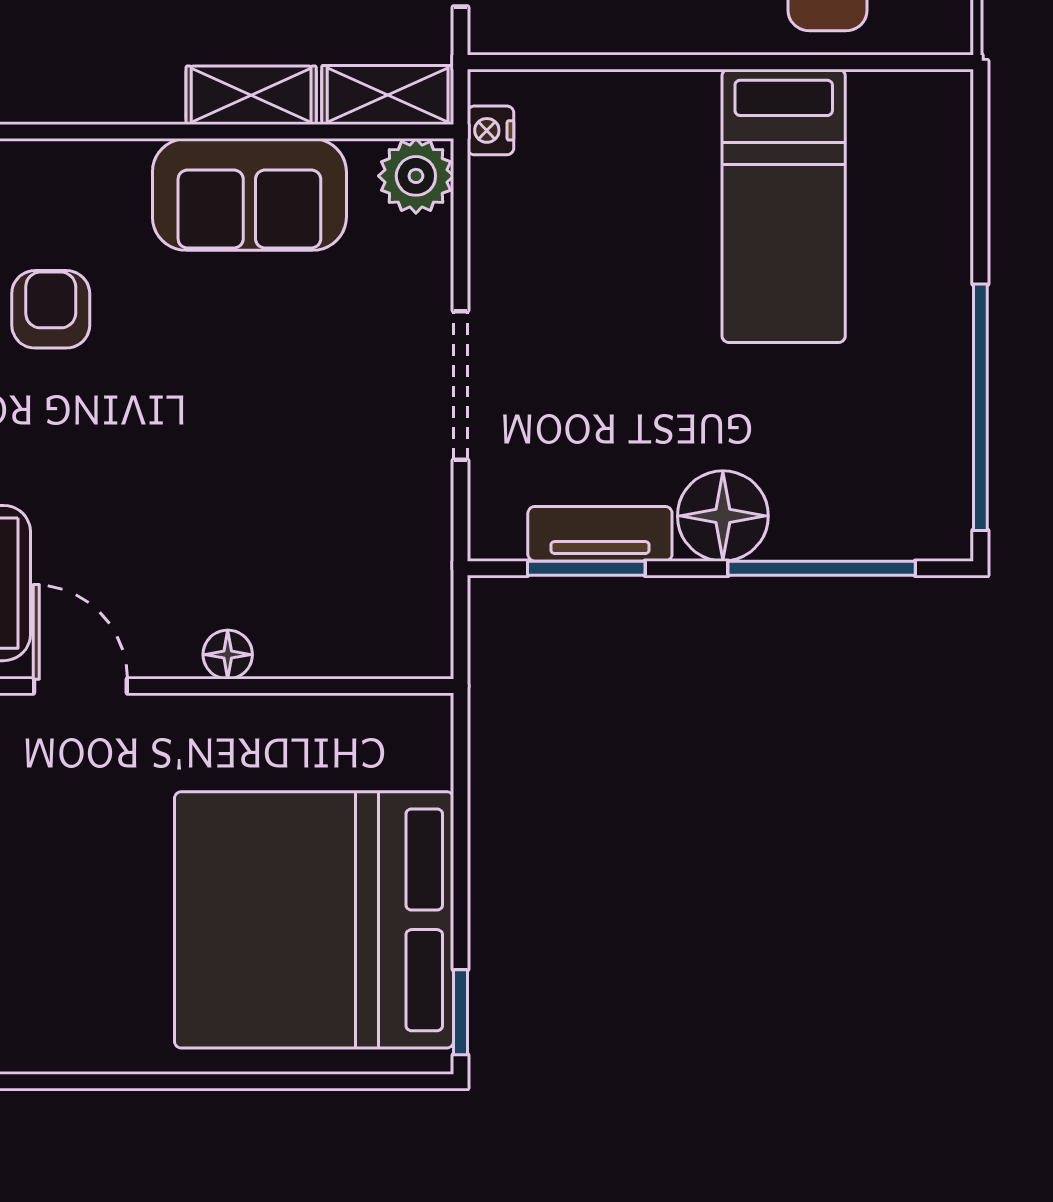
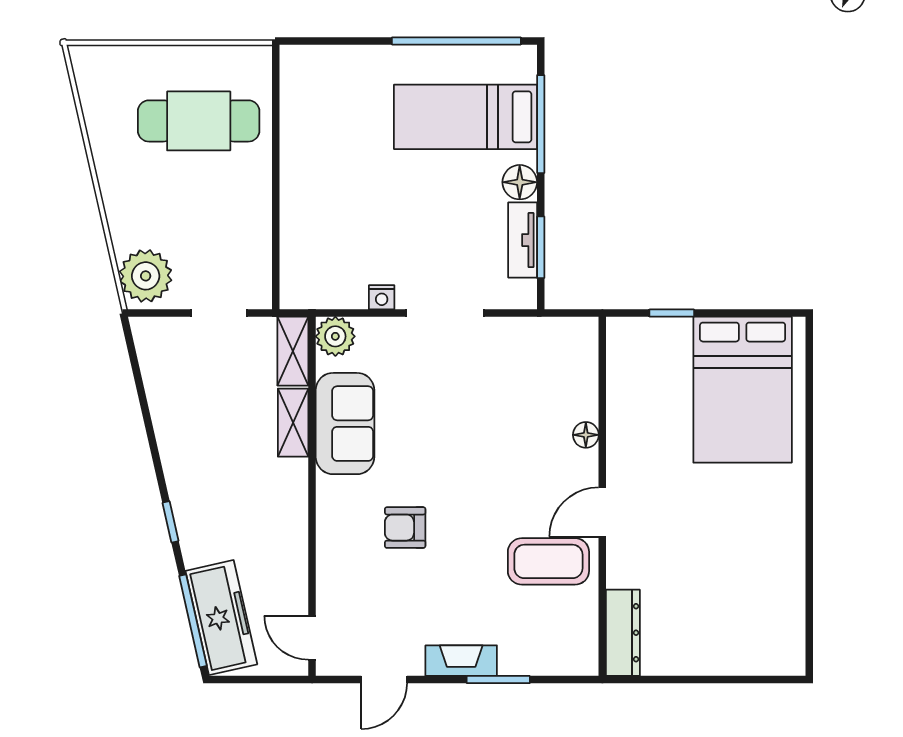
nightstand: (491, 130) -> (382, 297), moved
bed: (784, 206) -> (465, 117), moved, turned 180
floor lamp: (723, 516) -> (520, 182), width x0.73, depth x0.73
bed: (314, 920) -> (743, 390), width x0.73
window: (460, 1012) -> (672, 313), moved

